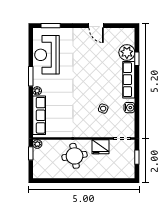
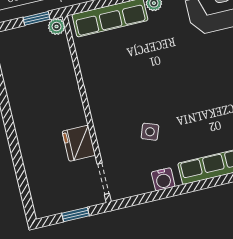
round table: (75, 156) -> (51, 100), removed

